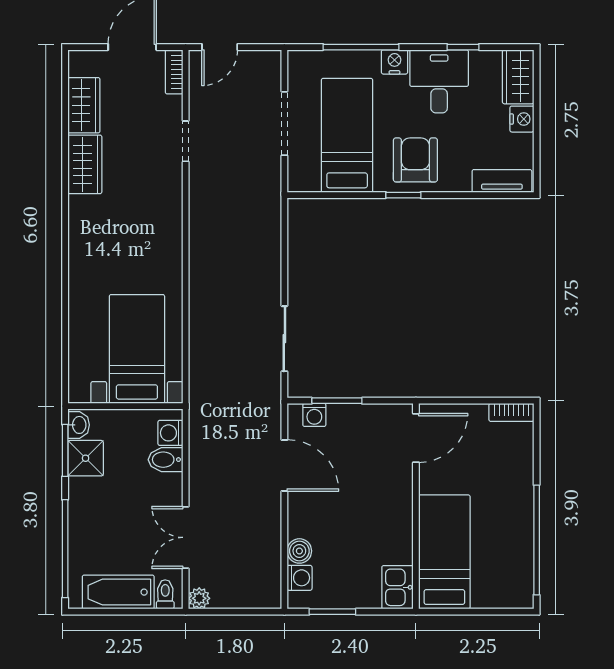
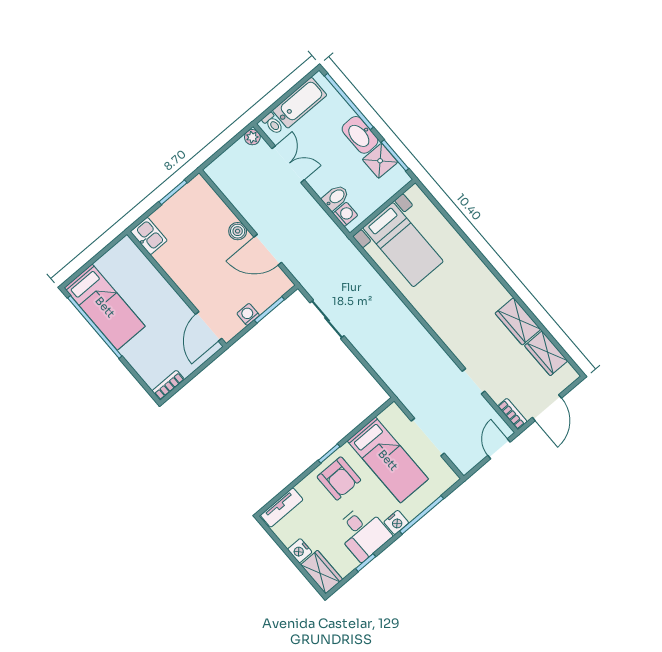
washing machine: (314, 415) -> (248, 314), moved
washbasin: (79, 425) -> (360, 135), moved, width x1.91, depth x1.45
boiler: (299, 551) -> (238, 231), moved
bed: (444, 552) -> (105, 307), moved
washing machine: (300, 578) -> (207, 195), removed

